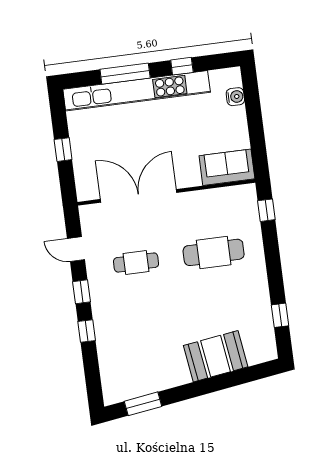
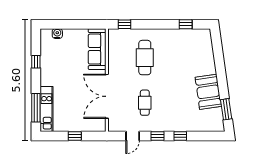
window: (125, 74) -> (36, 108), moved
kitchen unit: (137, 91) -> (47, 109), width x0.54
sofa: (227, 167) -> (97, 49), width x1.36
booth: (216, 356) -> (208, 92), moved

